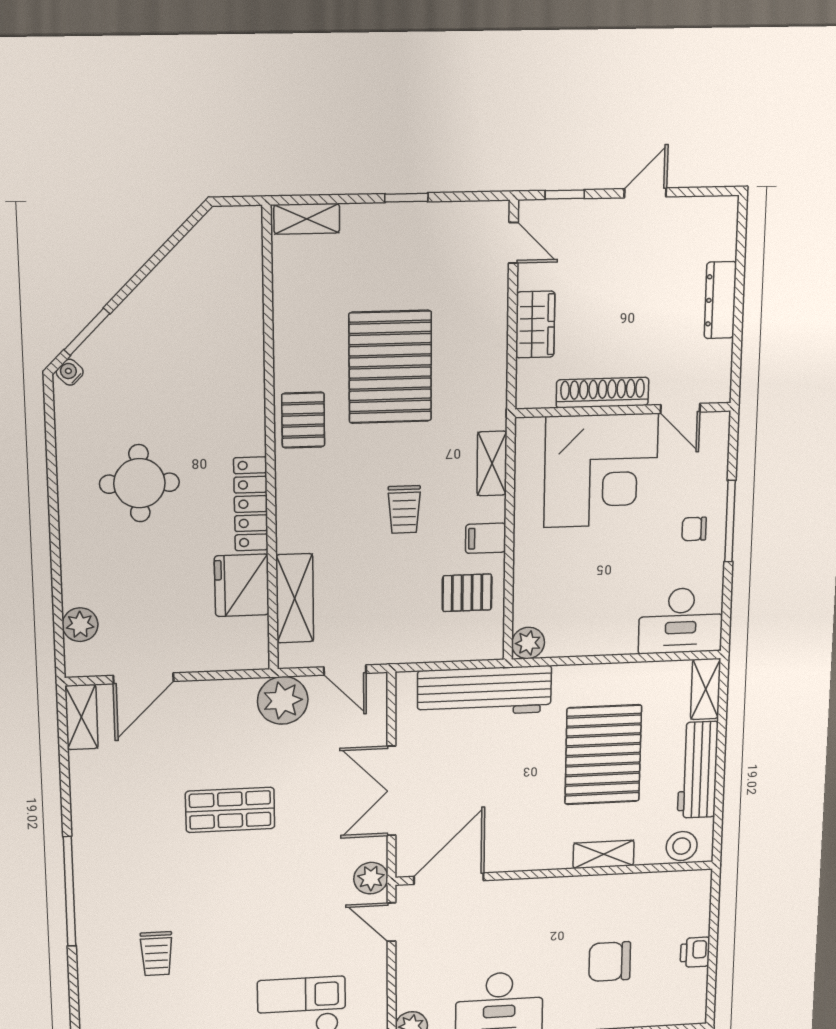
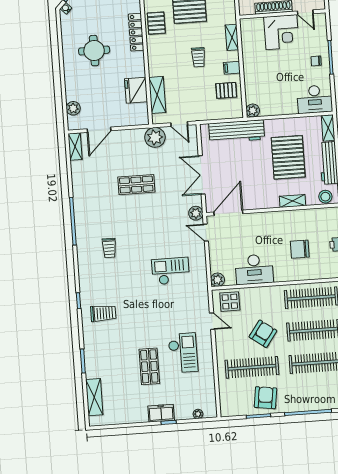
corner desk: (601, 471) -> (281, 32), width x0.74, depth x0.74
locker: (251, 504) -> (136, 32), moved

